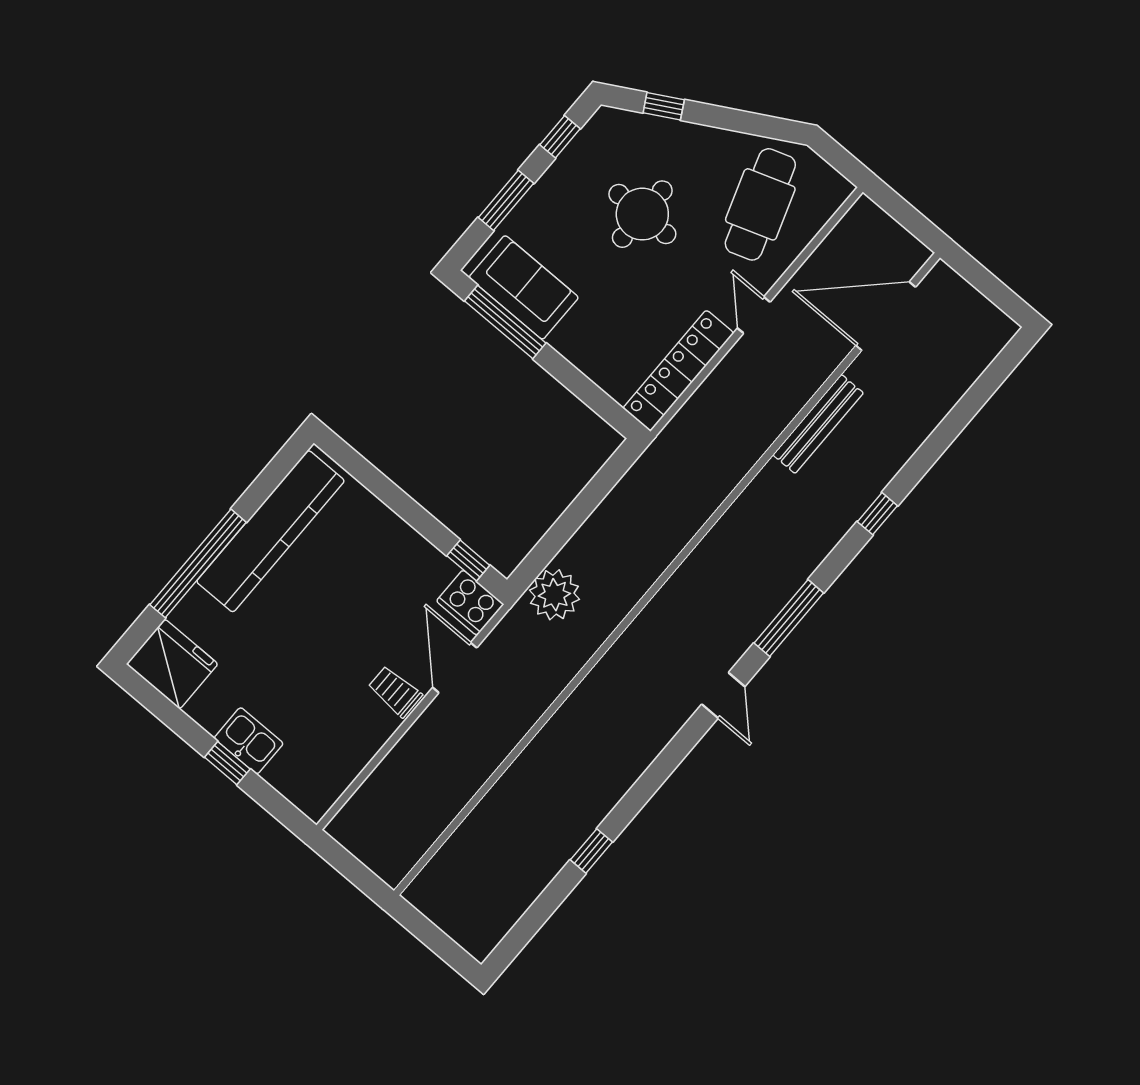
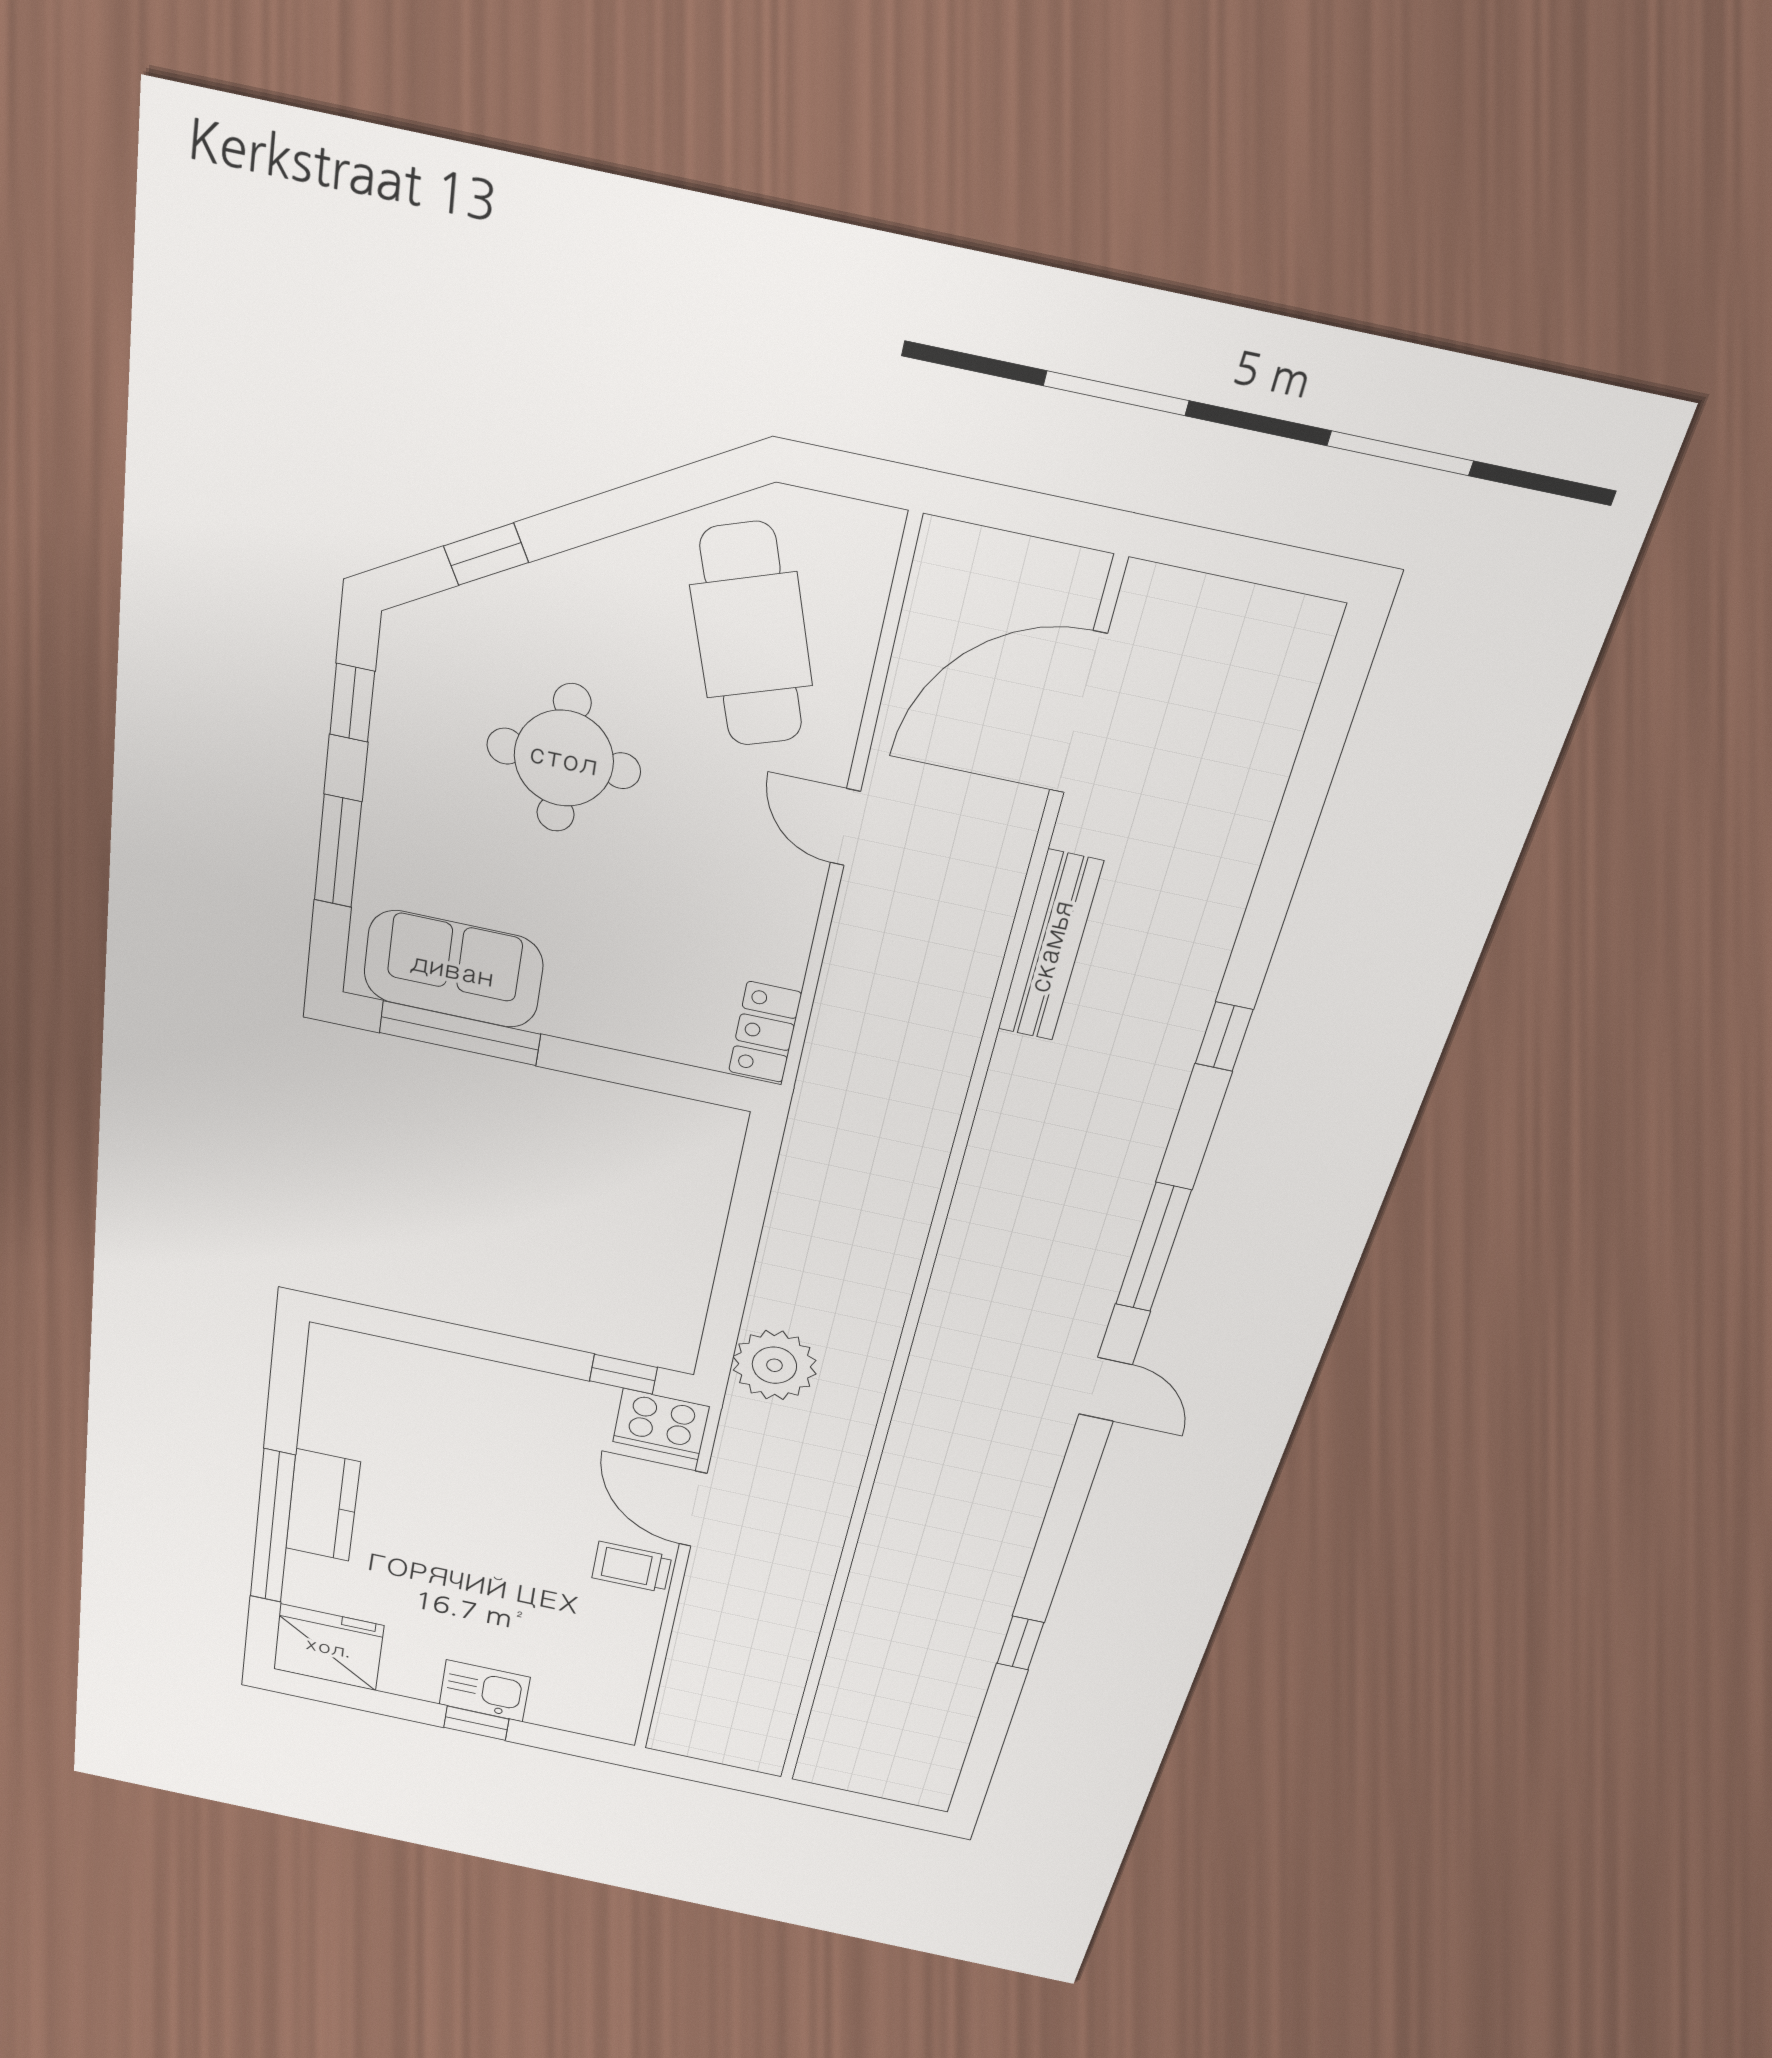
locker: (678, 371) -> (765, 1032), width x0.46, depth x0.83
kitchen counter: (271, 531) -> (323, 1505), width x0.48, depth x0.86

